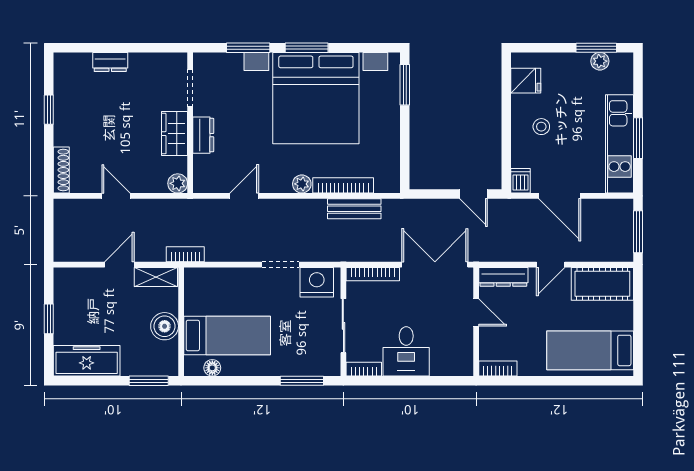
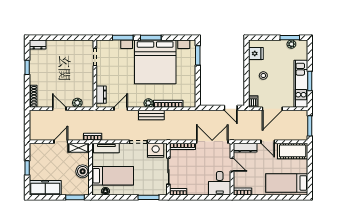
dresser: (110, 62) -> (38, 45), moved
wardrobe: (175, 134) -> (87, 79), removed
dresser: (203, 135) -> (101, 95), moved
plant: (178, 183) -> (77, 103), moved
door: (560, 196) -> (272, 109), hinge flipped
bench: (354, 209) -> (151, 115), moved
door: (551, 265) -> (268, 142), hinge flipped
tv unit: (214, 277) -> (106, 148), added
desk: (406, 351) -> (220, 183), moved

